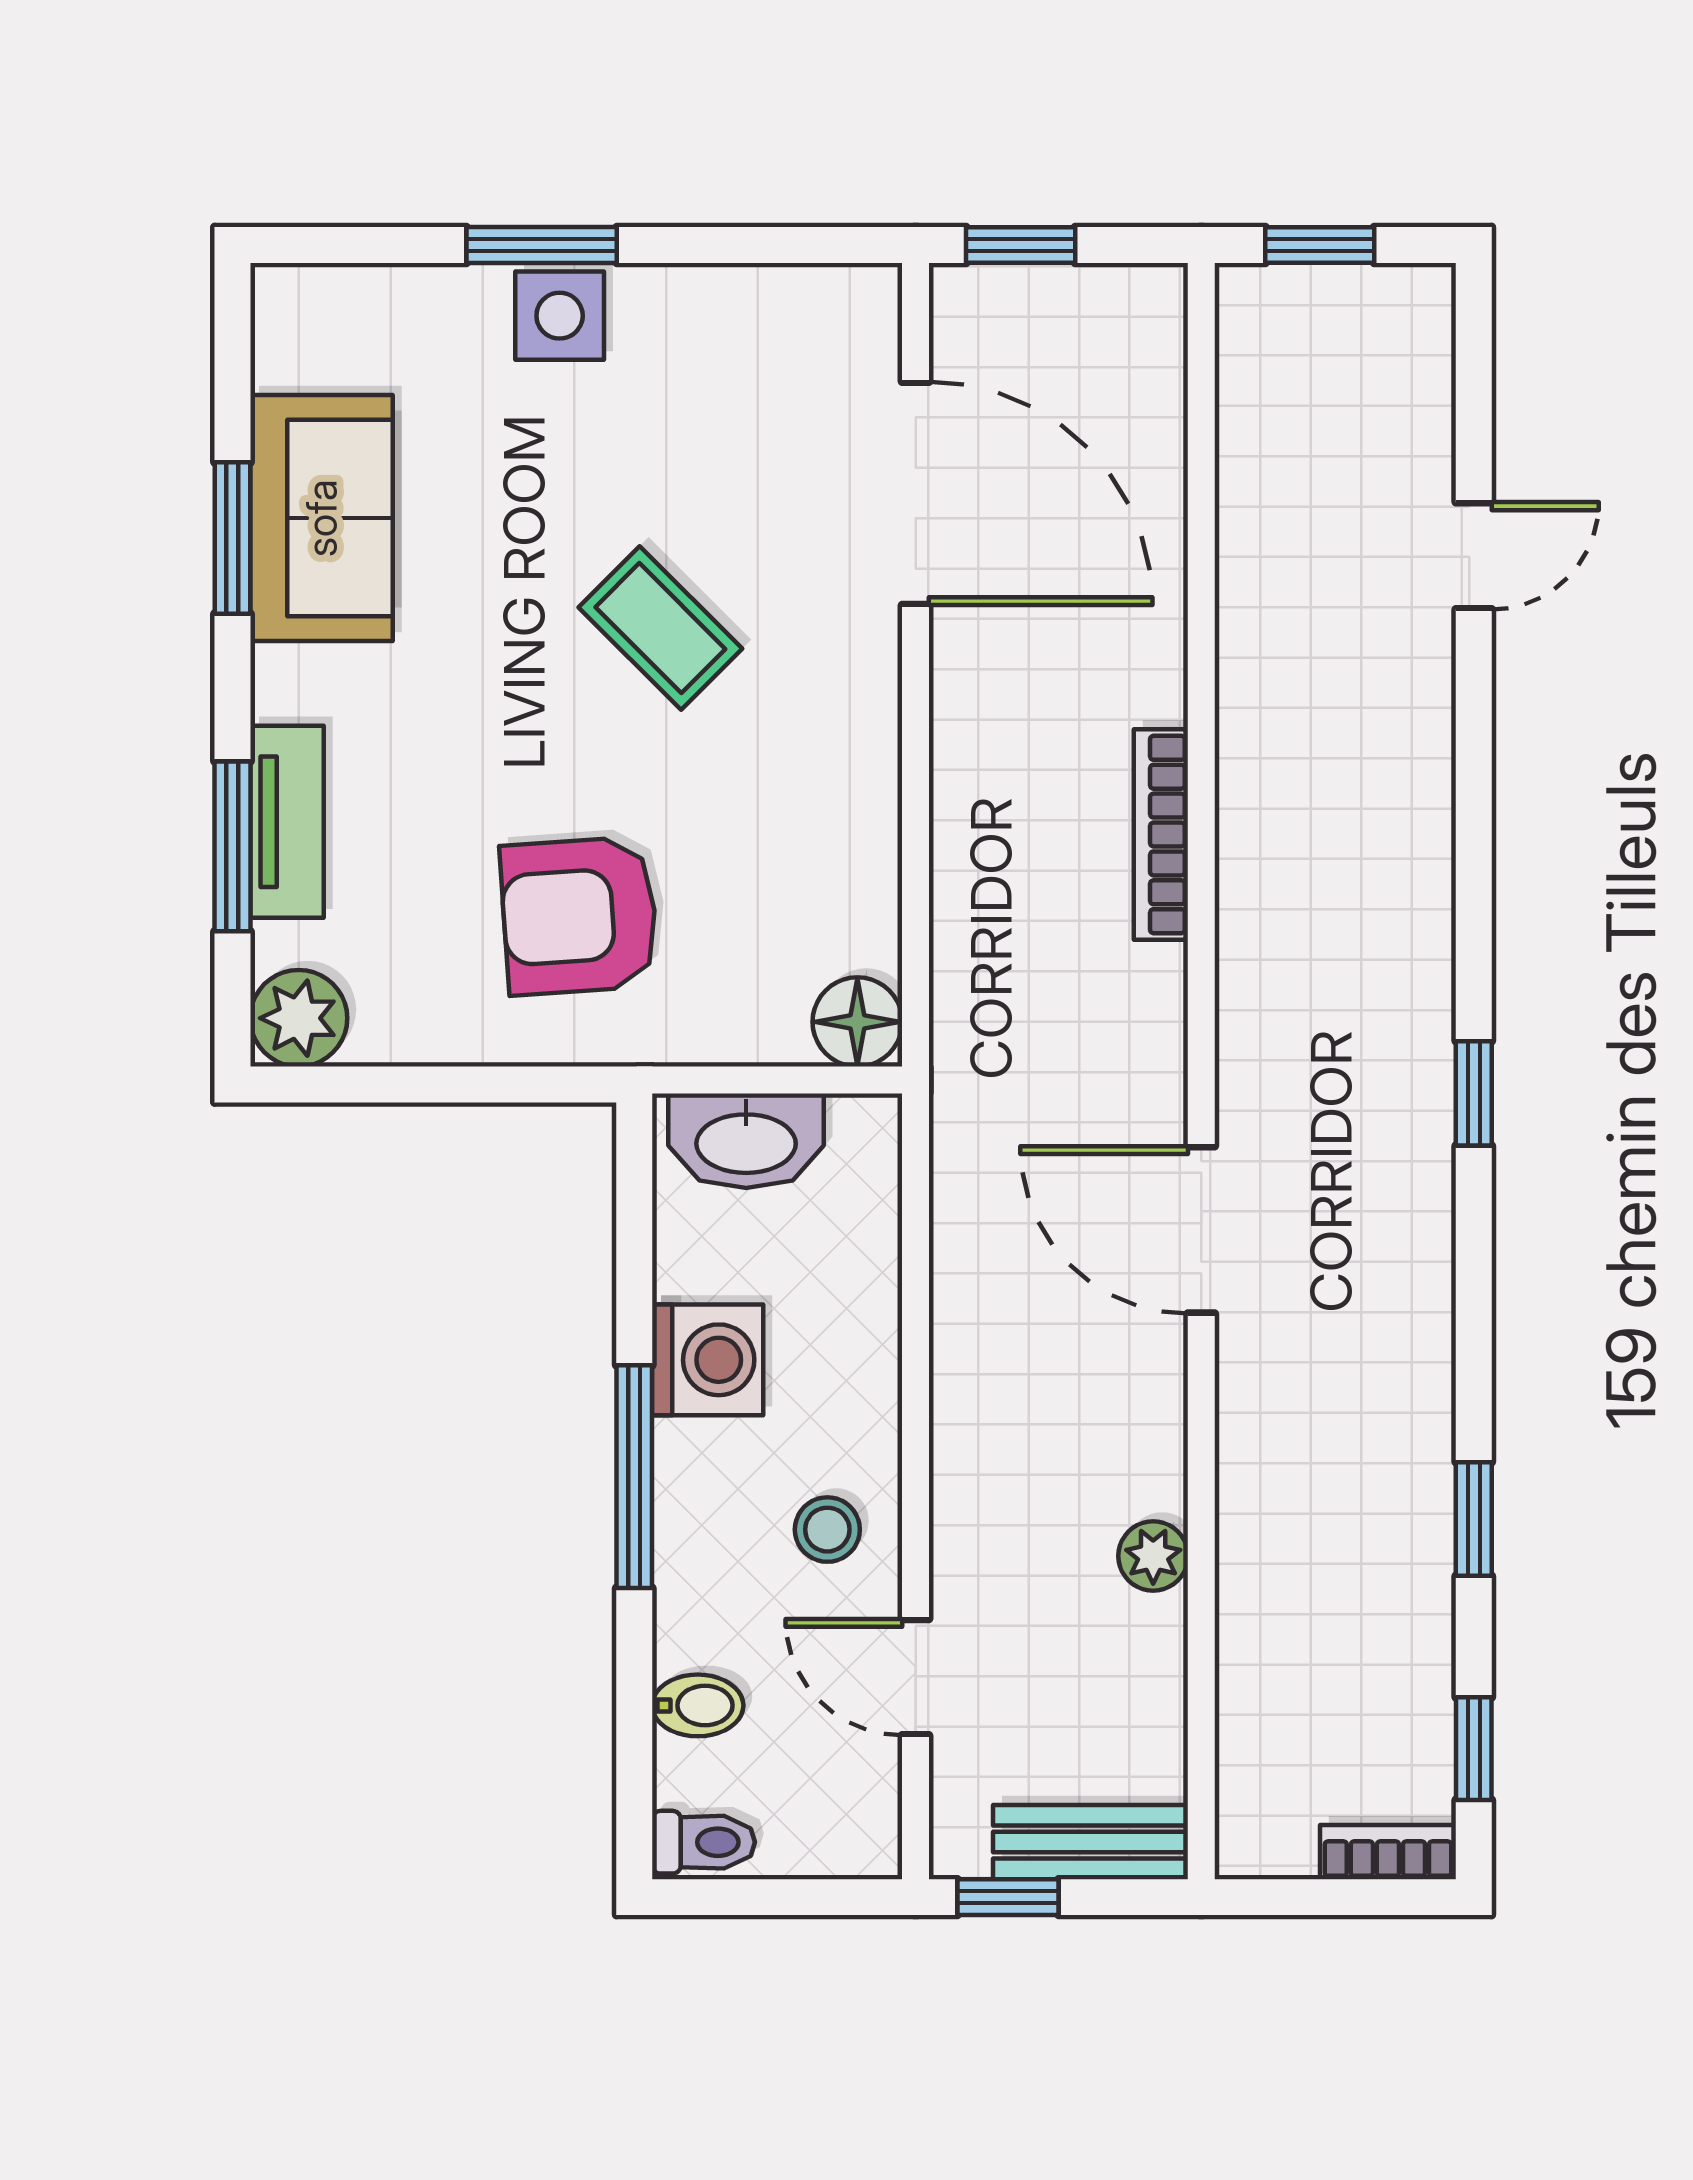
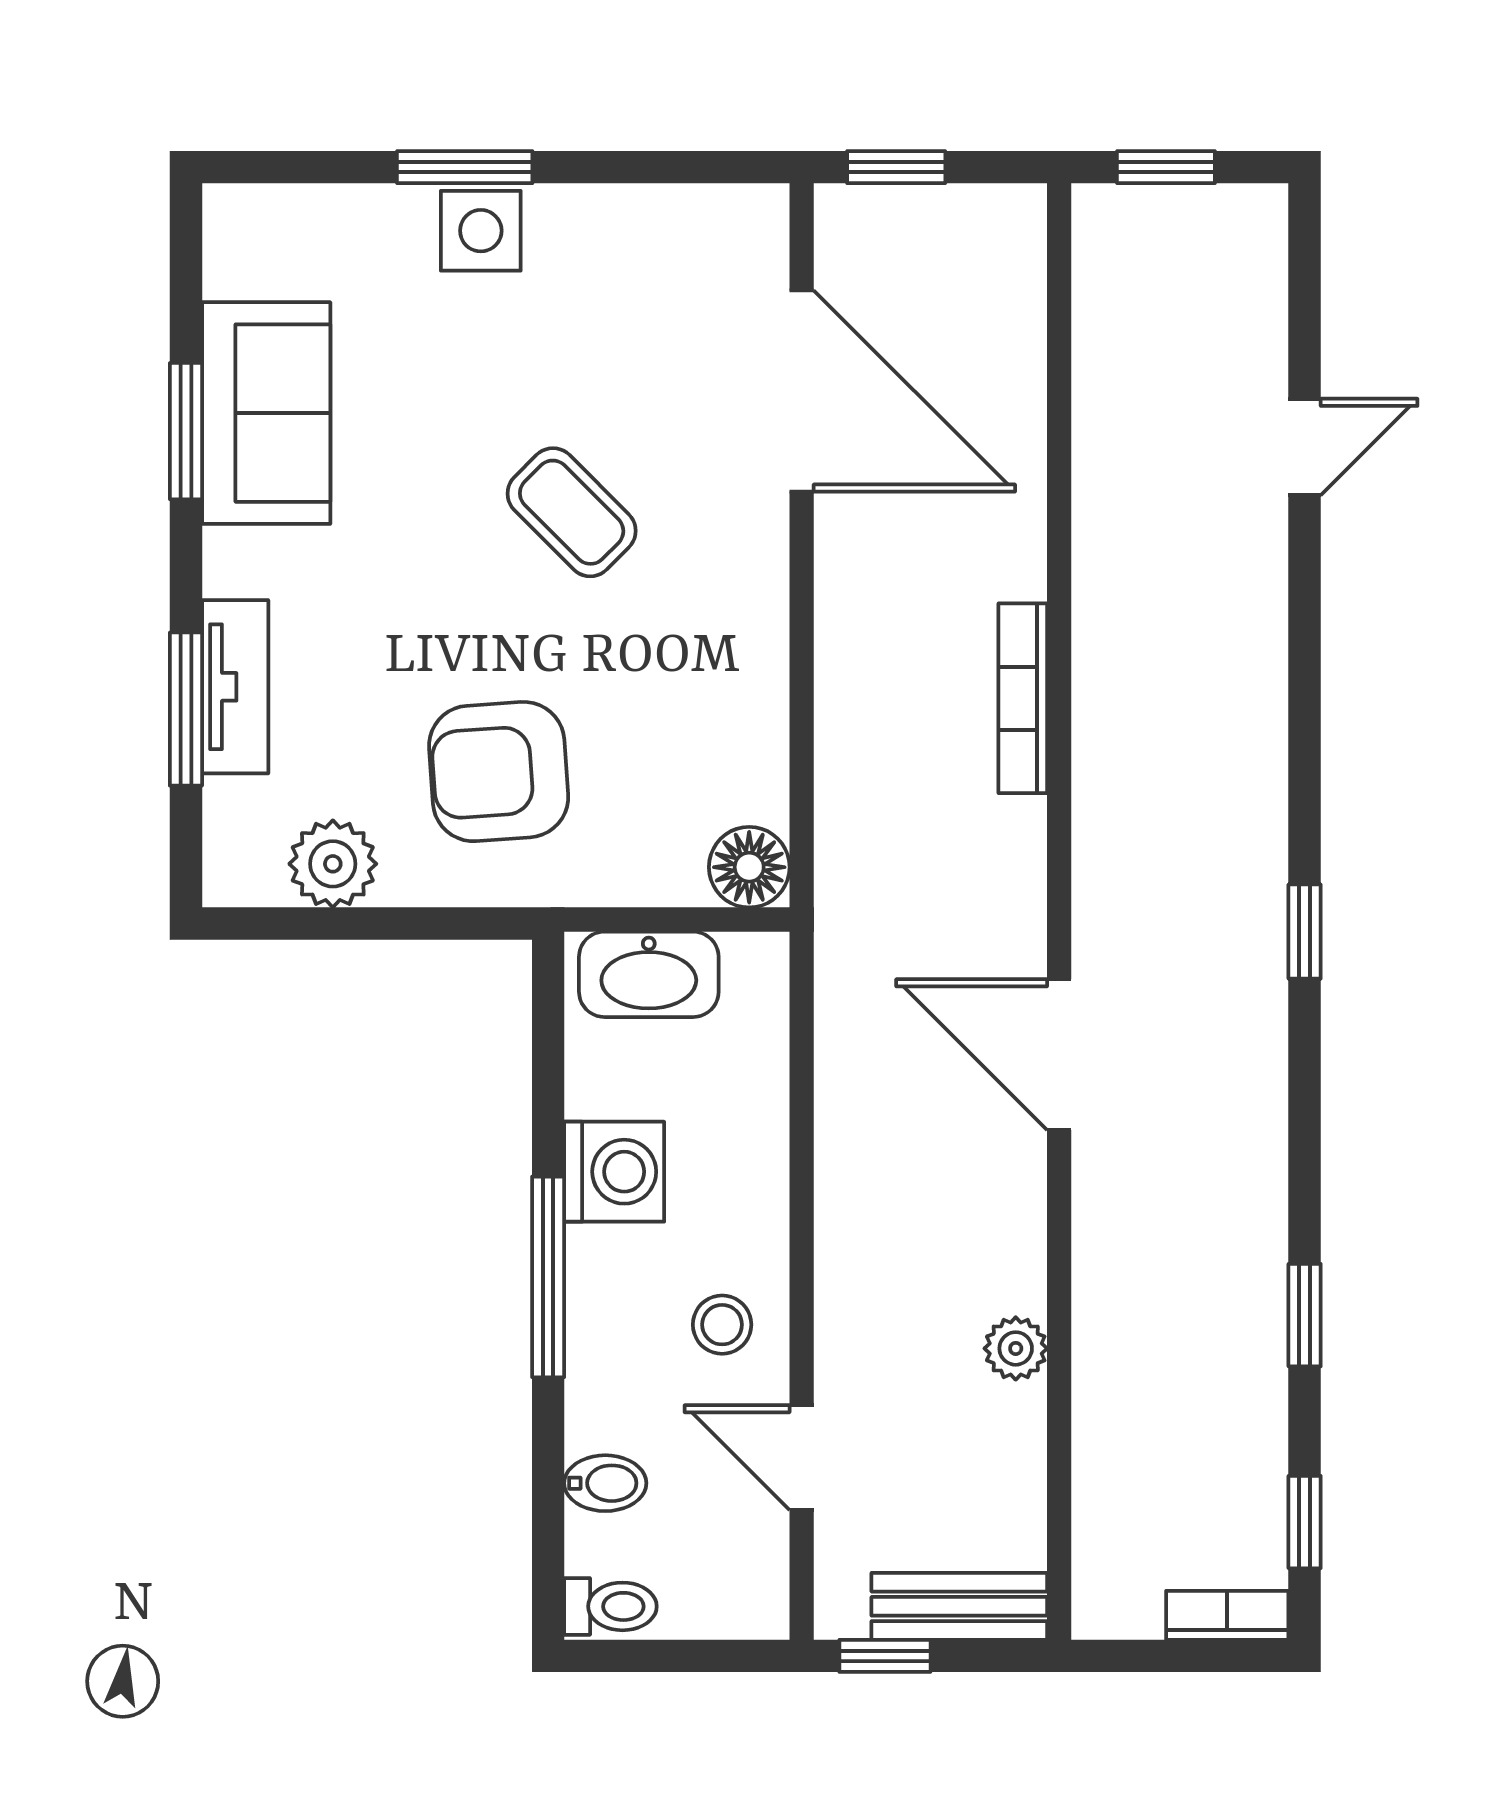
plant: (299, 1018) -> (333, 864), moved

